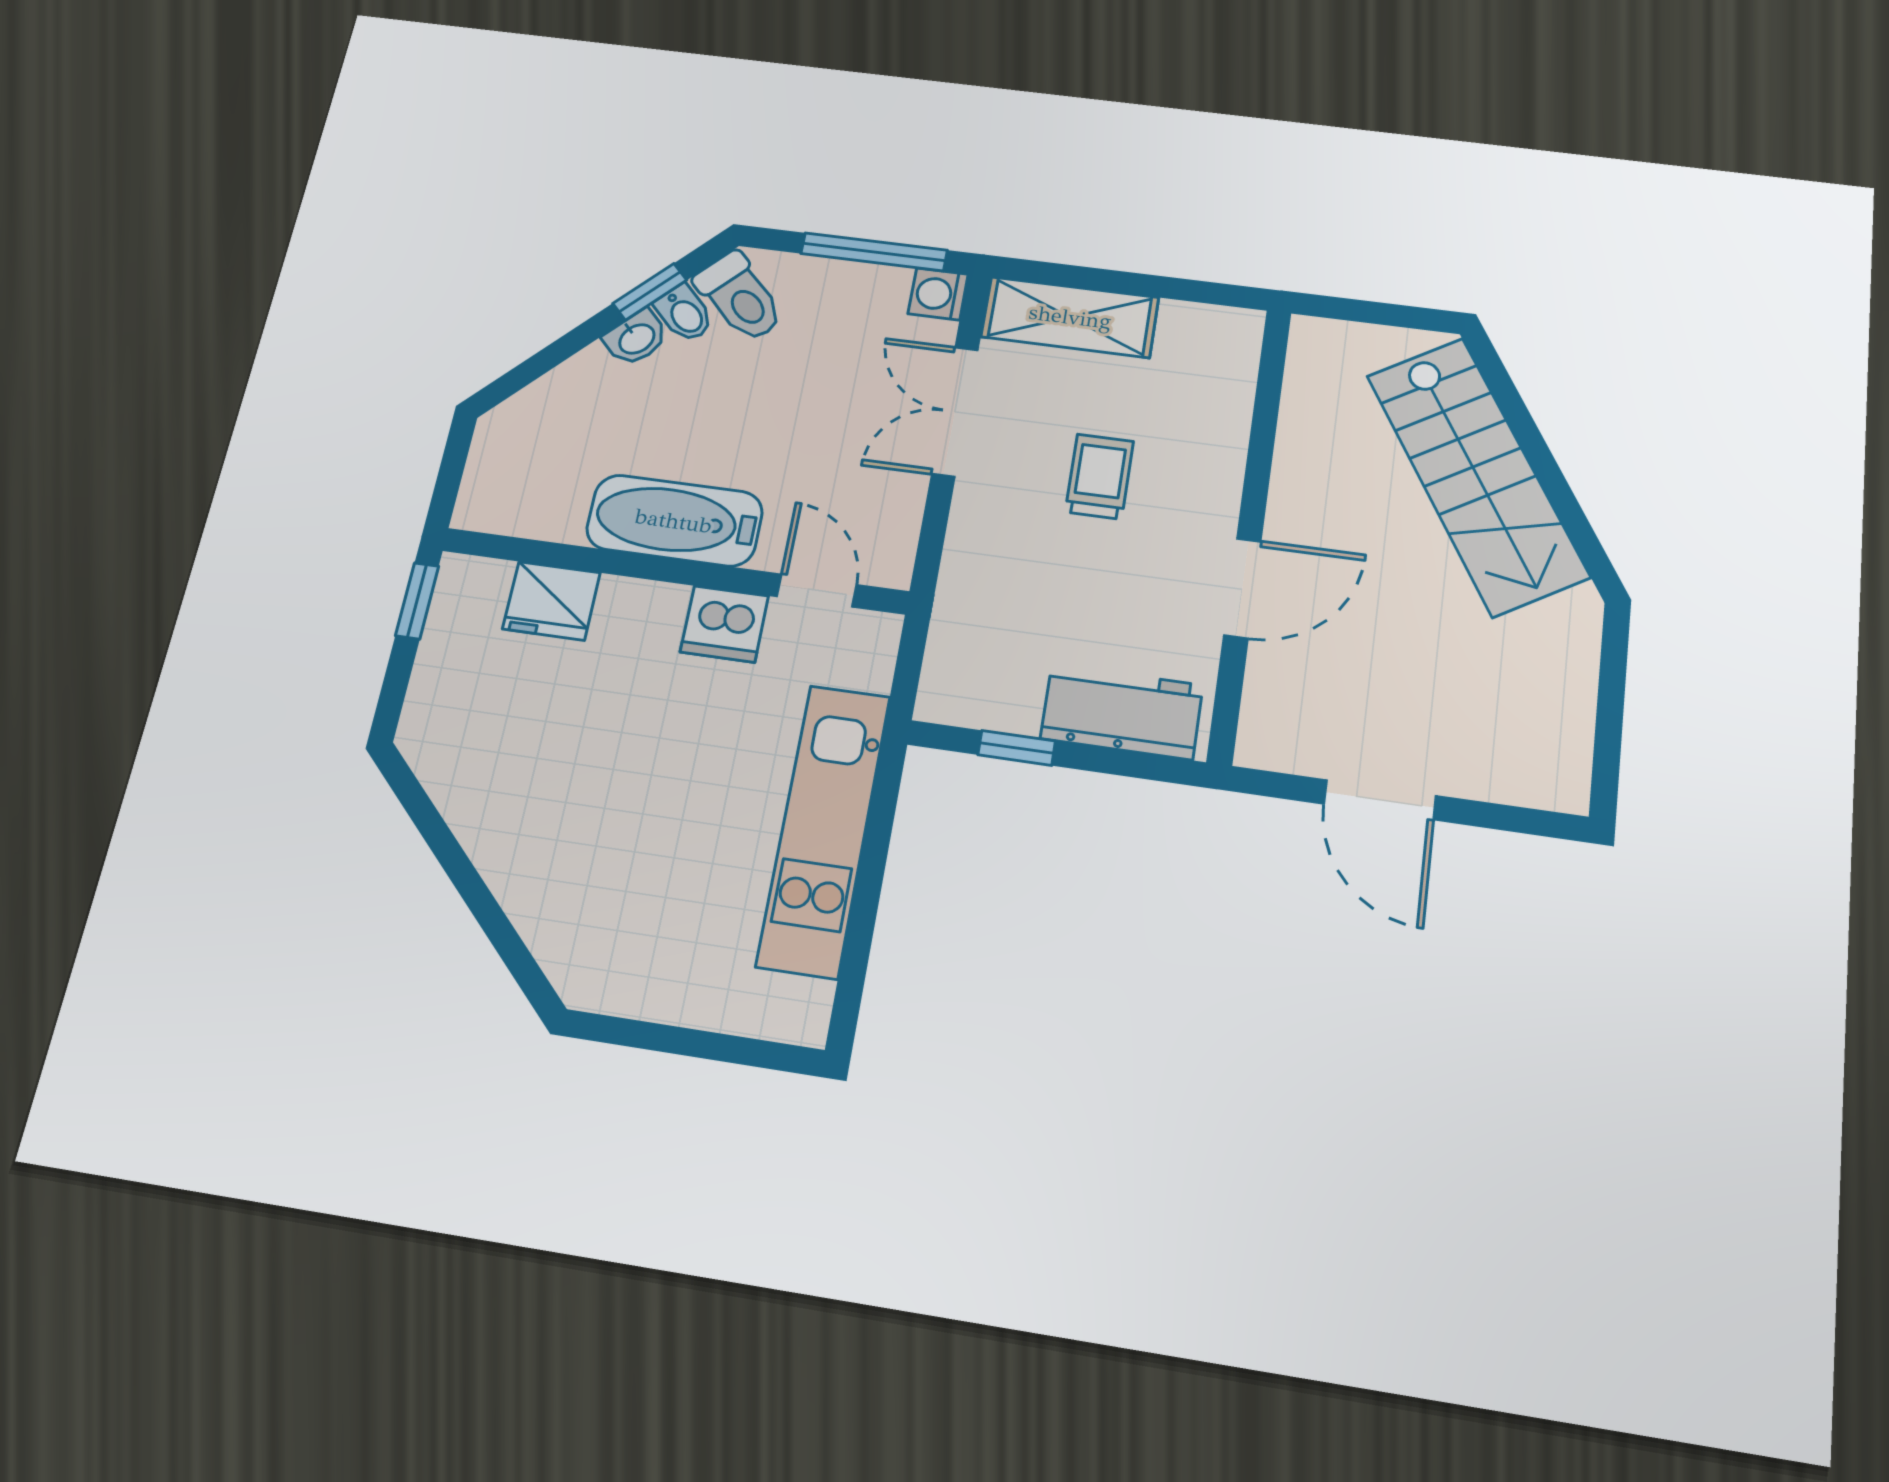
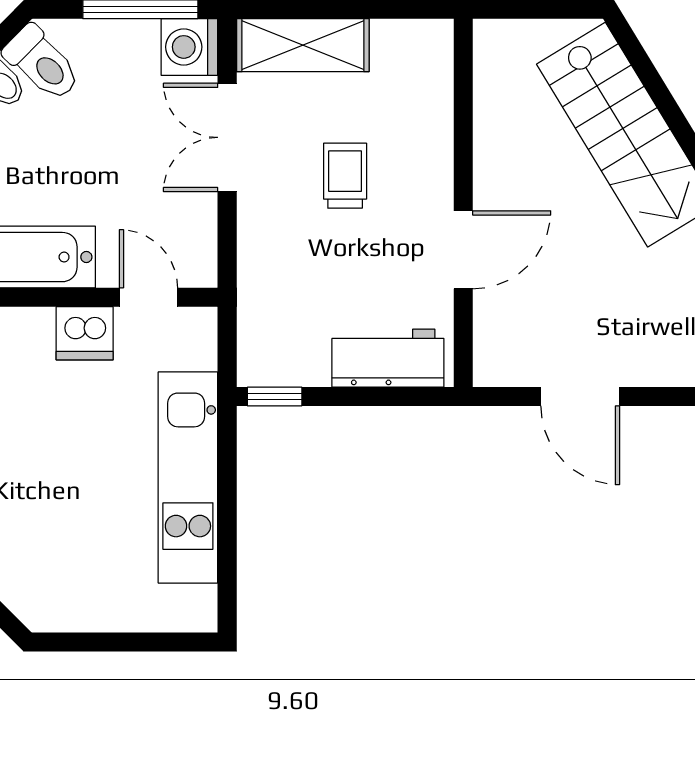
washing machine: (938, 294) -> (189, 47), width x1.38, depth x1.38
window: (1017, 748) -> (275, 396), moved

